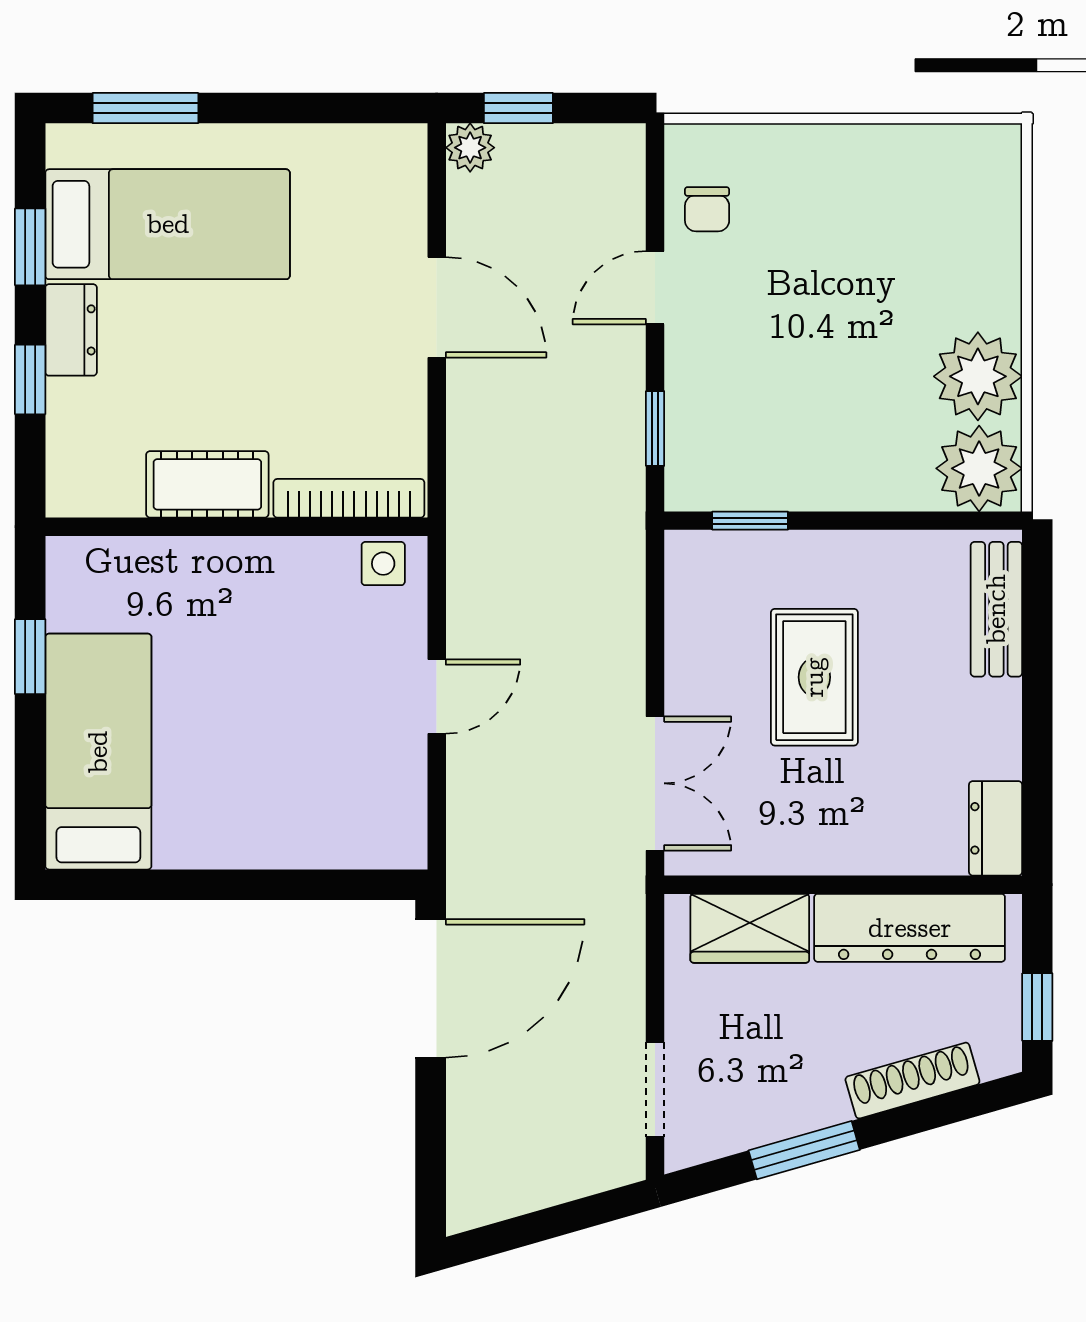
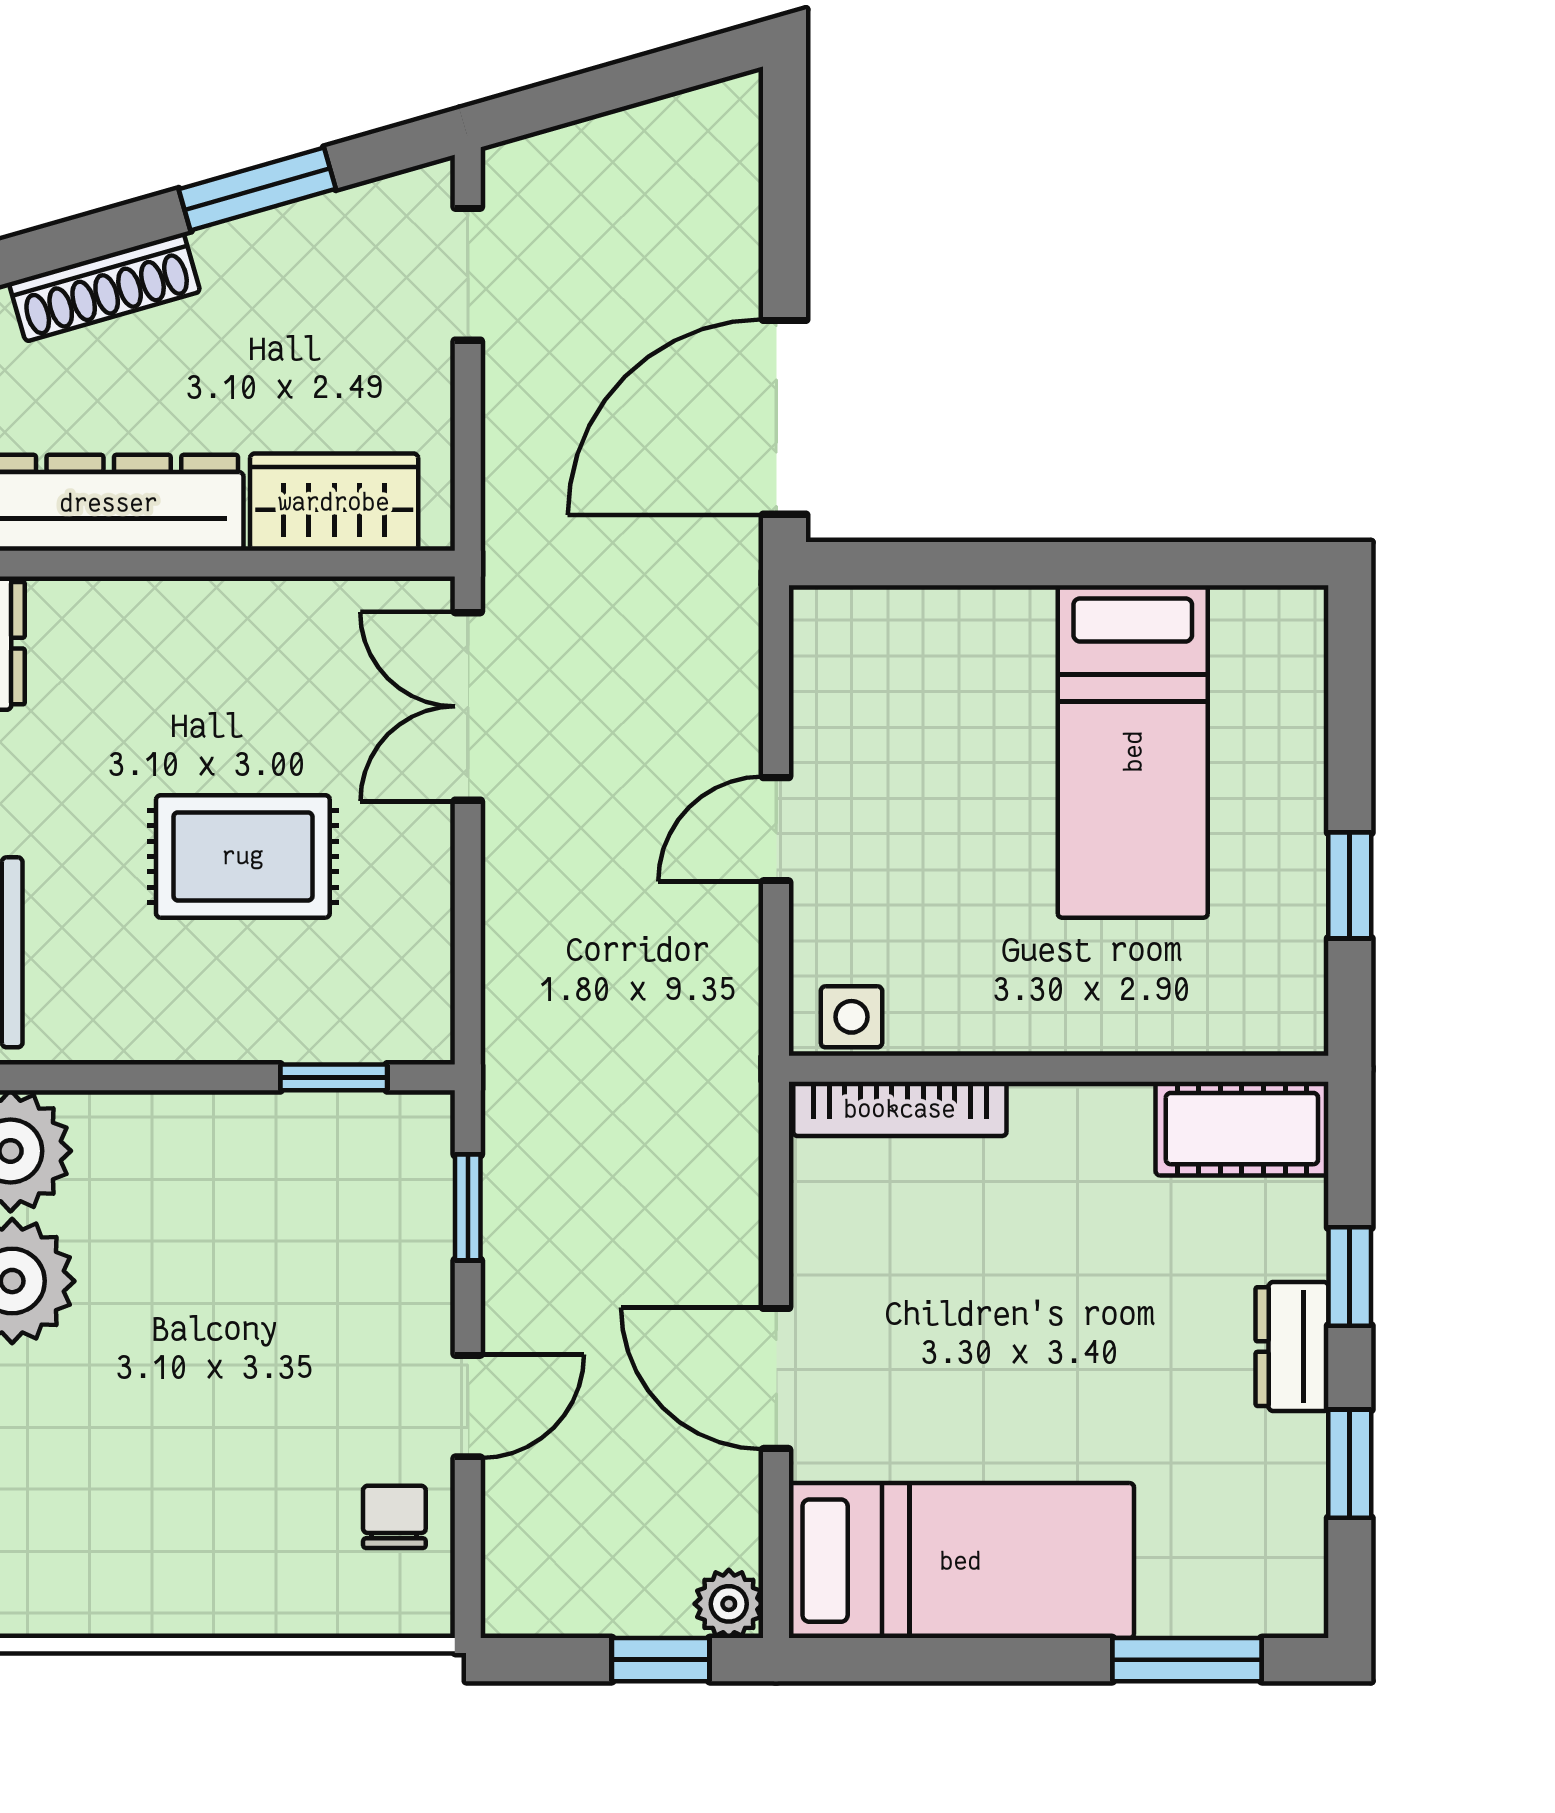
bed: (168, 224) -> (961, 1561), moved, turned 180
cot: (207, 484) -> (1242, 1129), moved
rug: (814, 677) -> (243, 856), turned 90
bed: (98, 752) -> (1133, 751), moved

